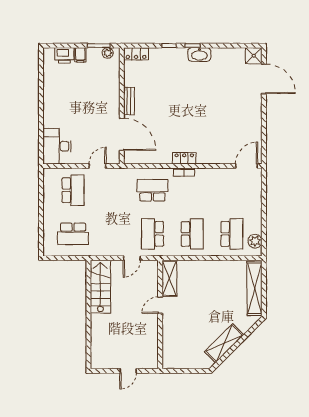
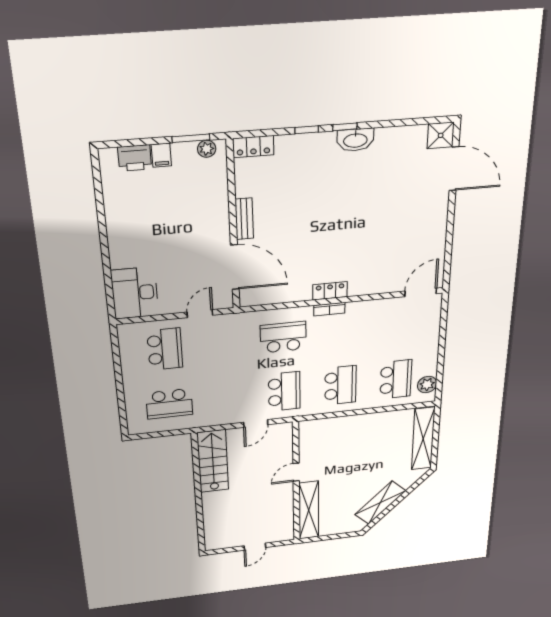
school desk: (152, 234) -> (284, 391), turned 180
shelving: (169, 278) -> (309, 510), moved, width x1.47

